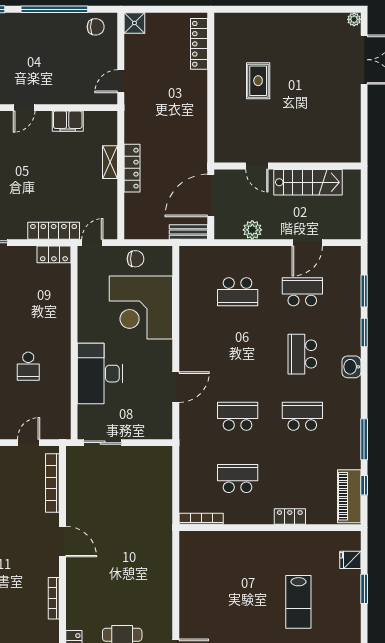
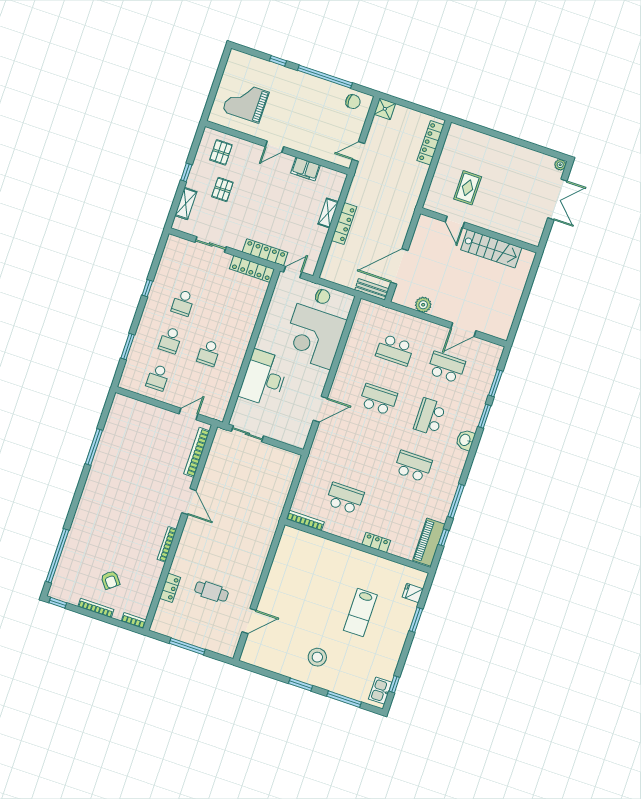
door: (257, 166) -> (455, 222), moved
wall: (287, 166) -> (479, 230), moved
stairs: (308, 182) -> (491, 249), moved
locker: (54, 254) -> (252, 269), width x1.53
school desk: (238, 416) -> (378, 399), moved

